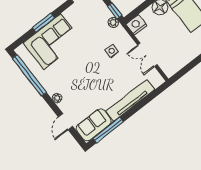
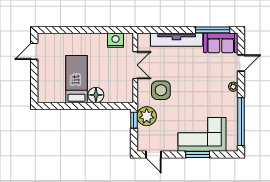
plant: (113, 22) -> (147, 116), width x1.87, depth x1.87
nightstand: (136, 25) -> (115, 40), moved, turned 180
side table: (112, 51) -> (161, 90), width x1.87, depth x1.87

